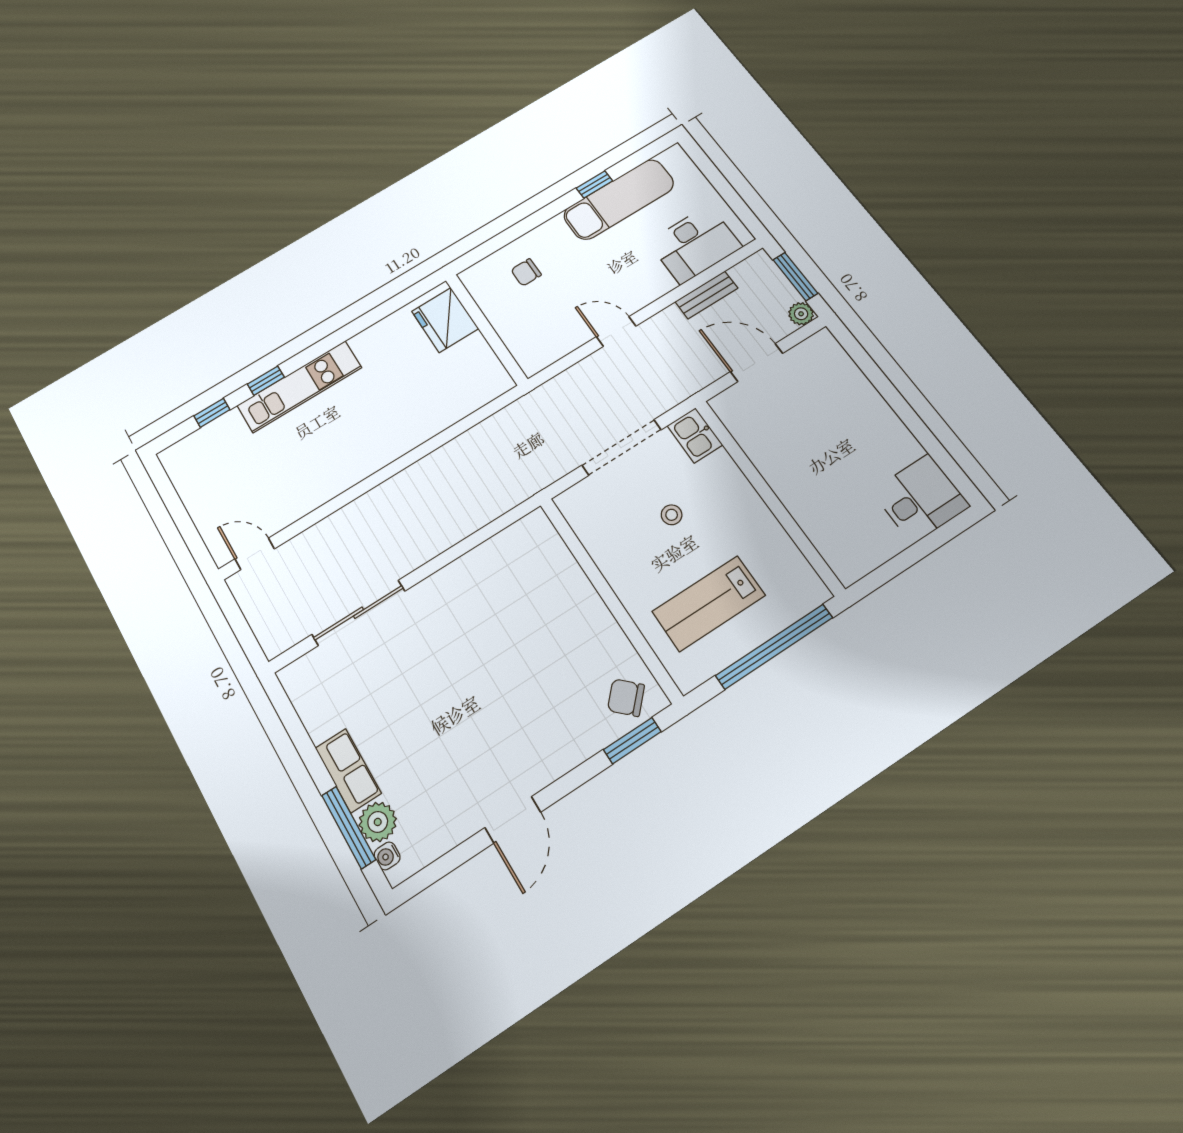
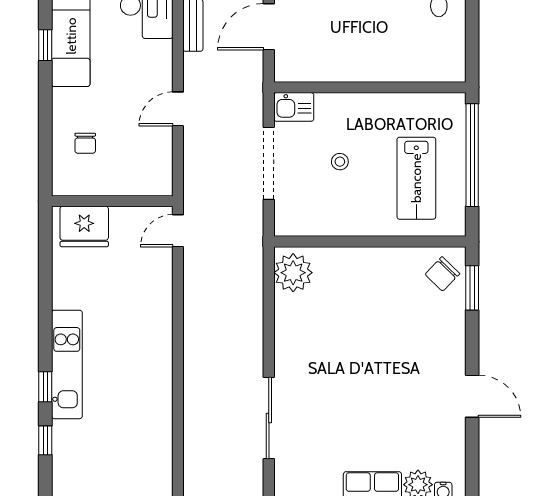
plant: (526, 541) -> (293, 273), added
door: (255, 554) -> (178, 231), moved

